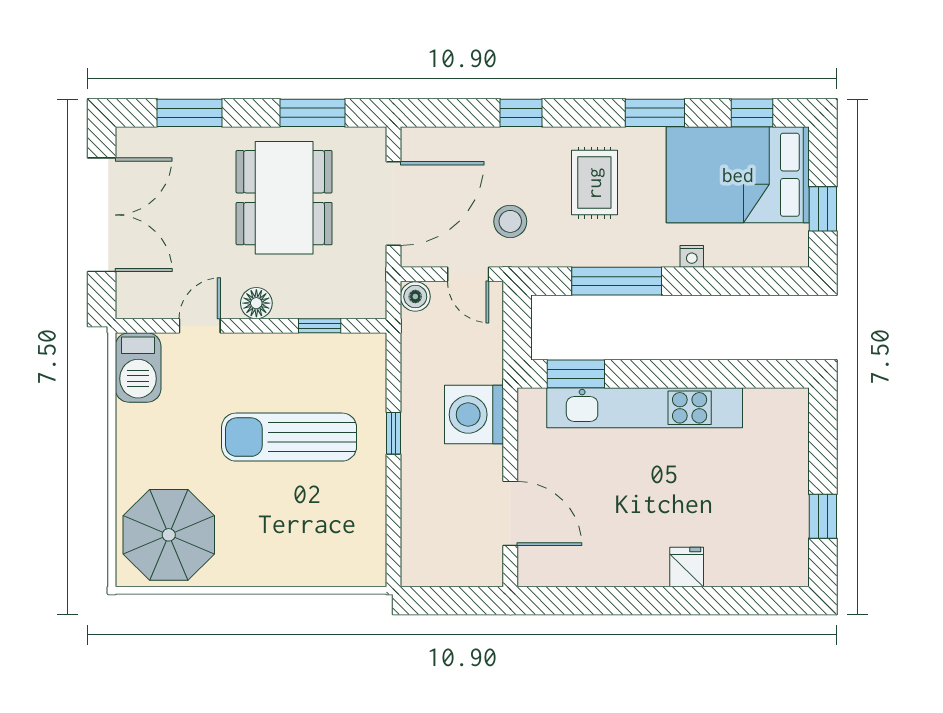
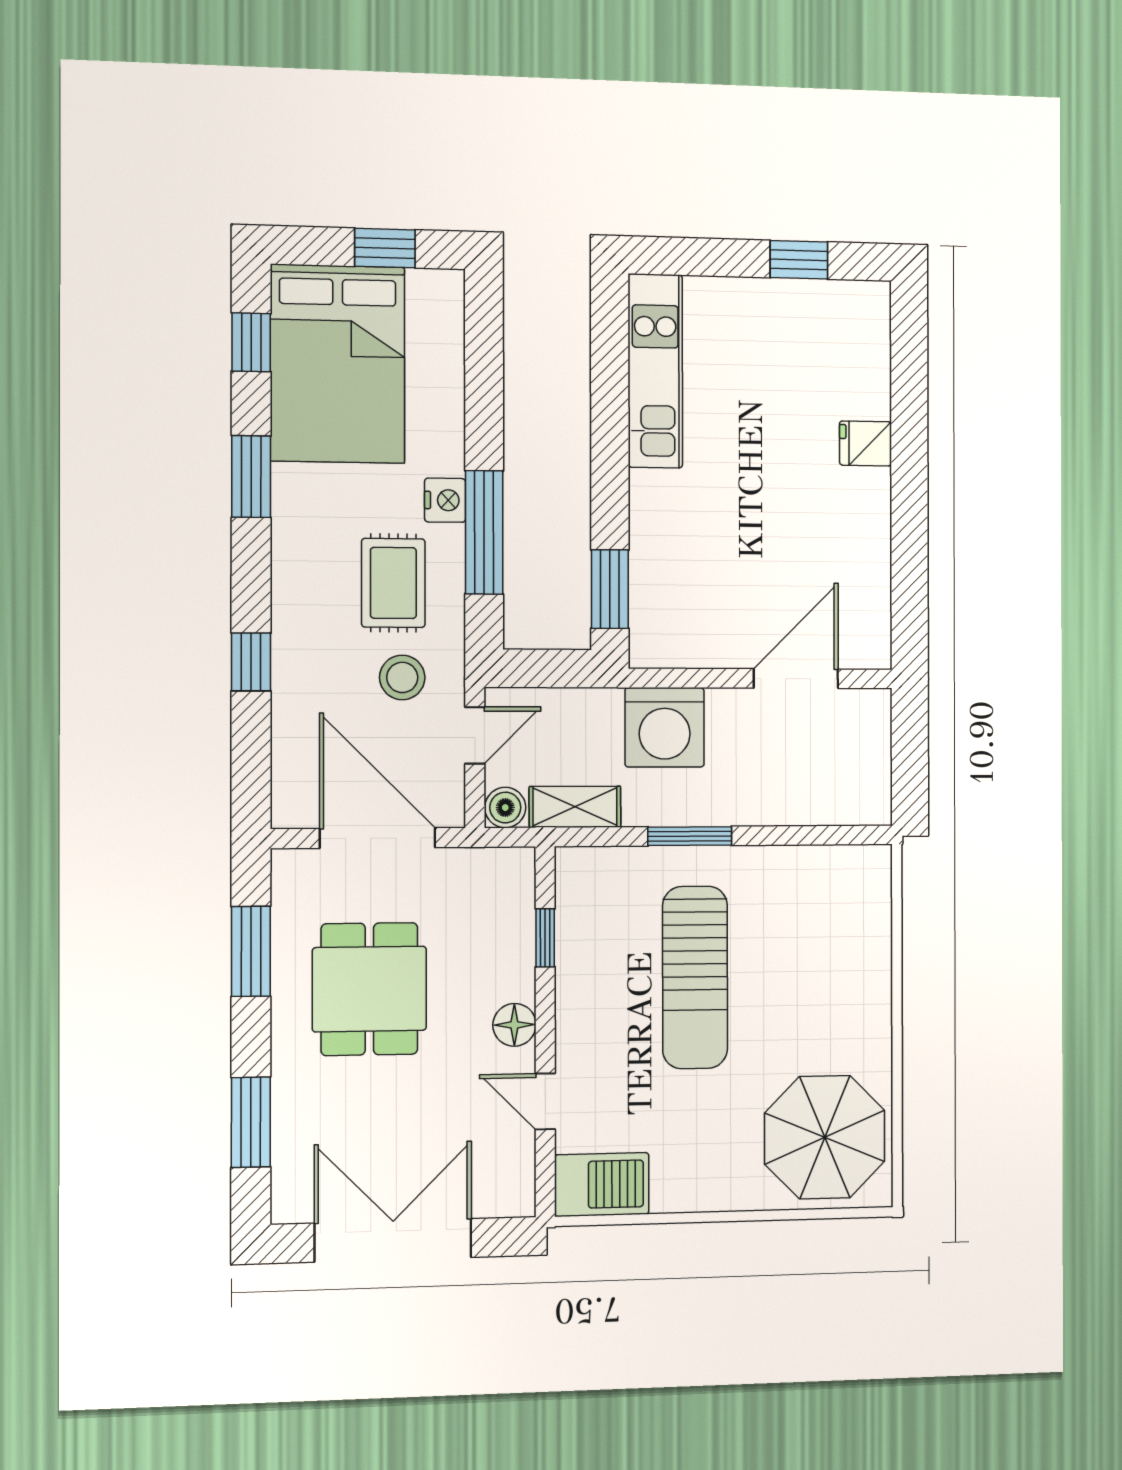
rug: (594, 183) -> (393, 583), moved, turned 90
dining table: (284, 198) -> (369, 989), width x0.73
nightstand: (692, 256) -> (445, 500), moved, width x1.39, depth x1.35
shelving: (416, 348) -> (575, 807), added
kitchen unit: (645, 408) -> (655, 371), moved, width x0.73
window: (394, 433) -> (690, 836), width x1.50

